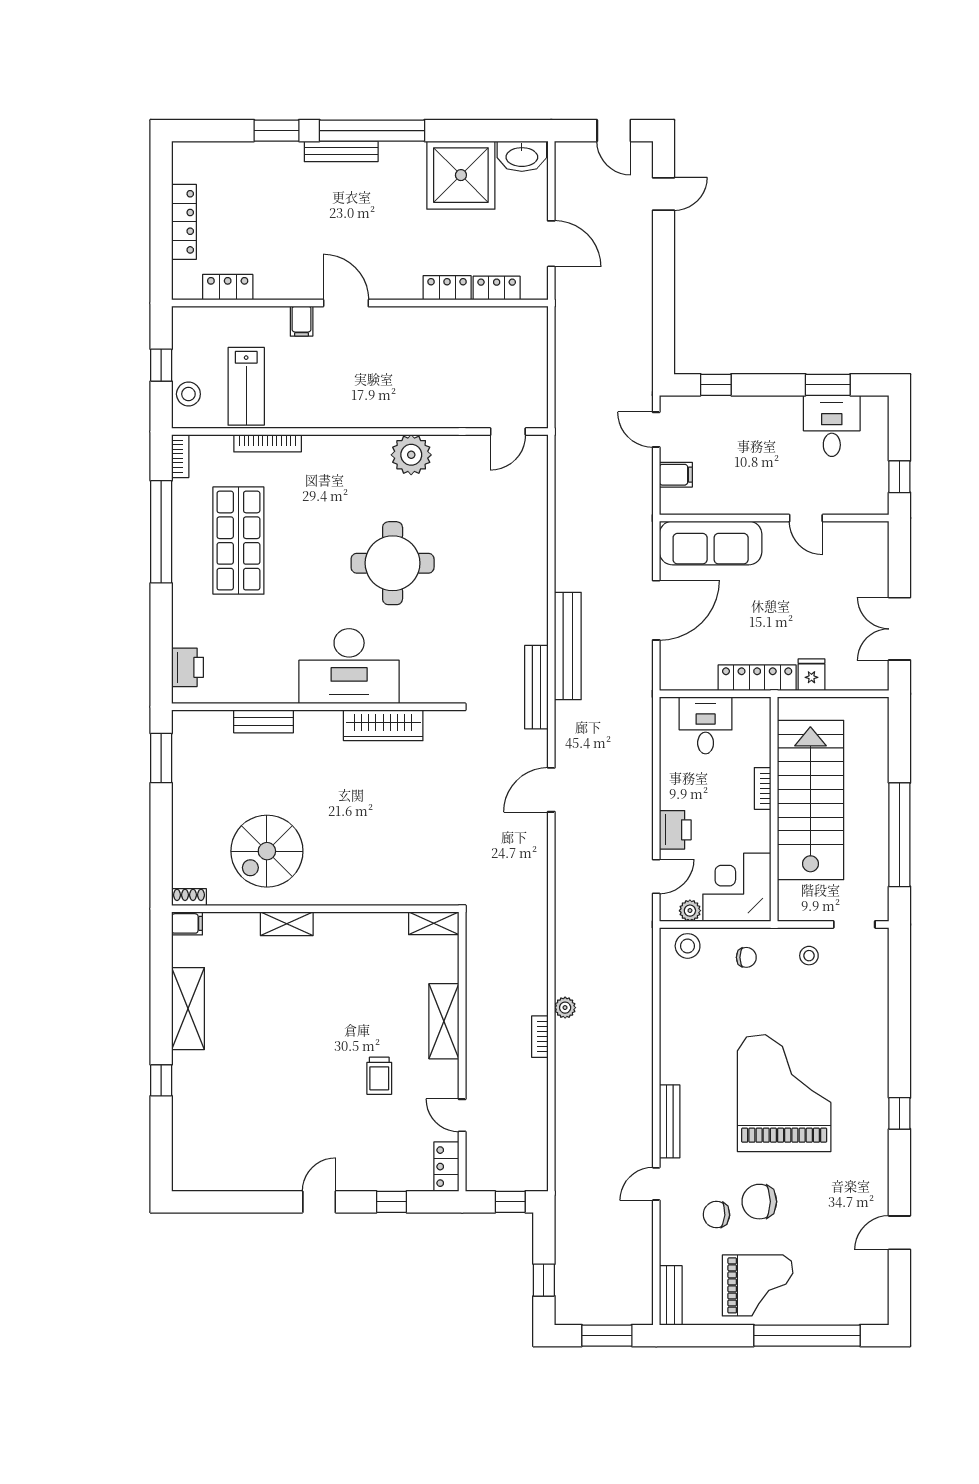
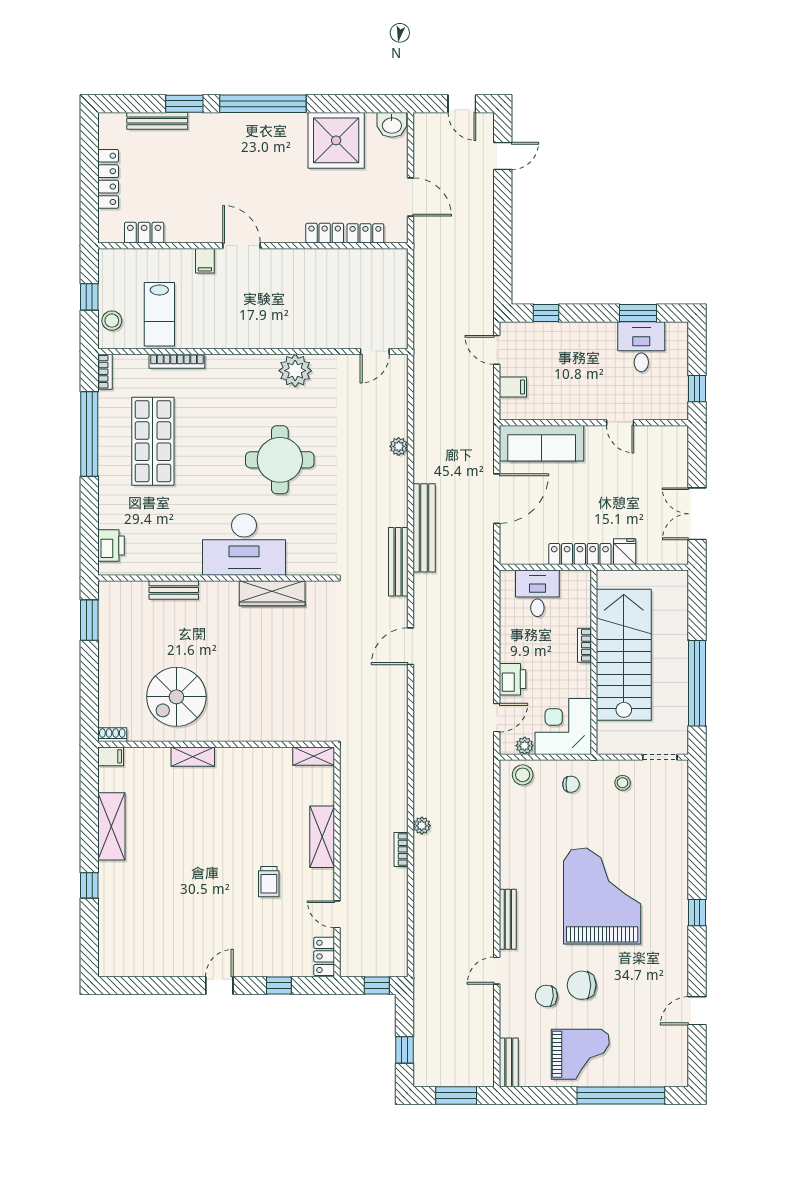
bench: (341, 151) -> (157, 121), moved
washbasin: (522, 156) -> (392, 125), width x0.72
plant: (537, 547) -> (399, 446), added

